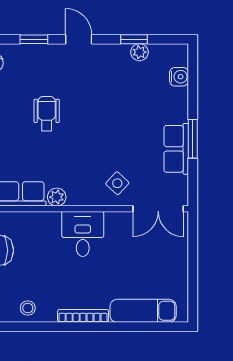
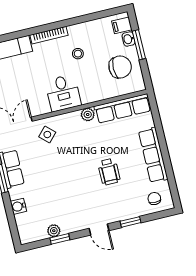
water cooler: (179, 77) -> (18, 206), moved
stool: (28, 308) -> (78, 54), moved

